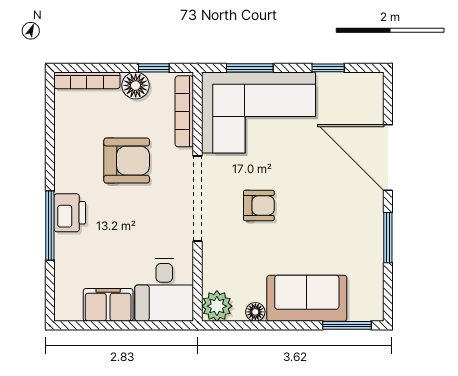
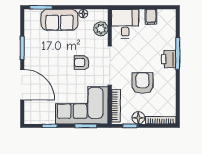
armchair: (127, 161) -> (142, 83), turned 90
filing cabinet: (108, 305) -> (151, 17), width x0.50
plant: (217, 306) -> (101, 29), moved

